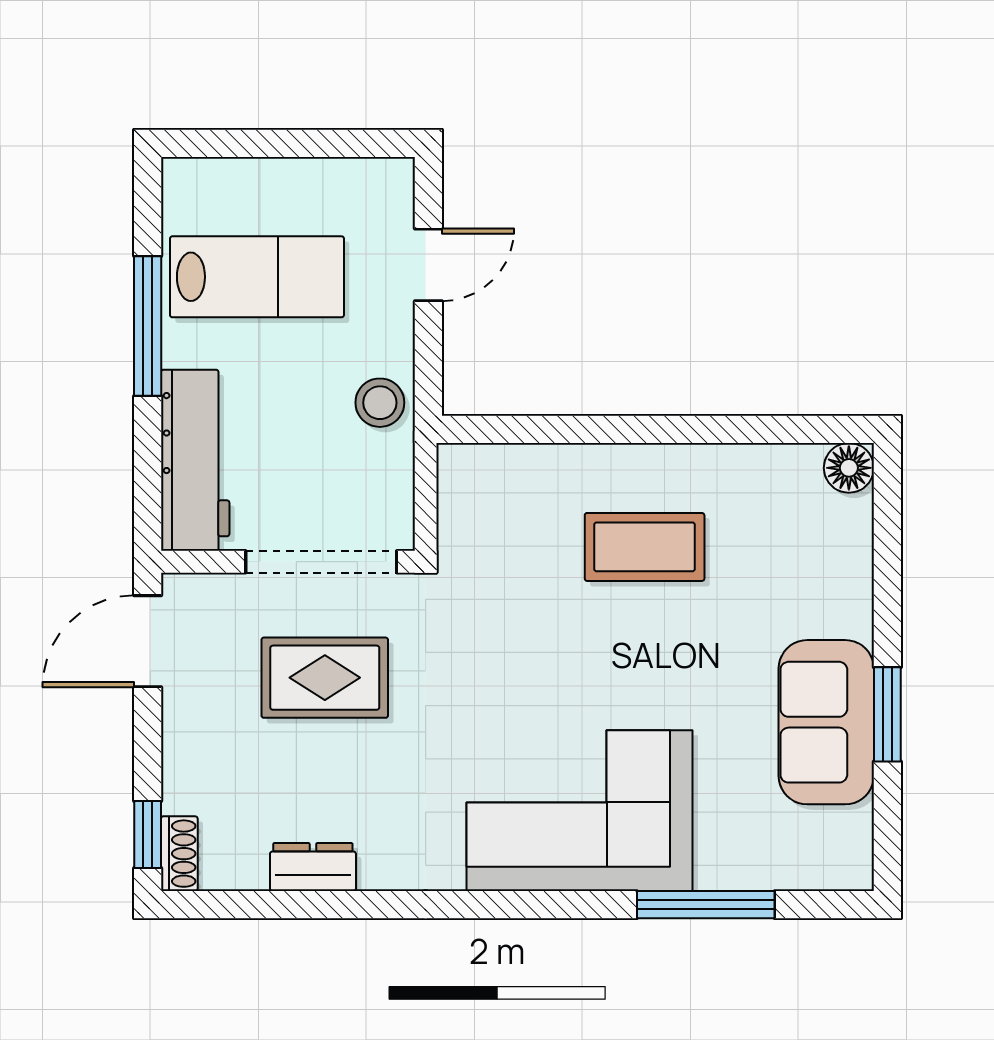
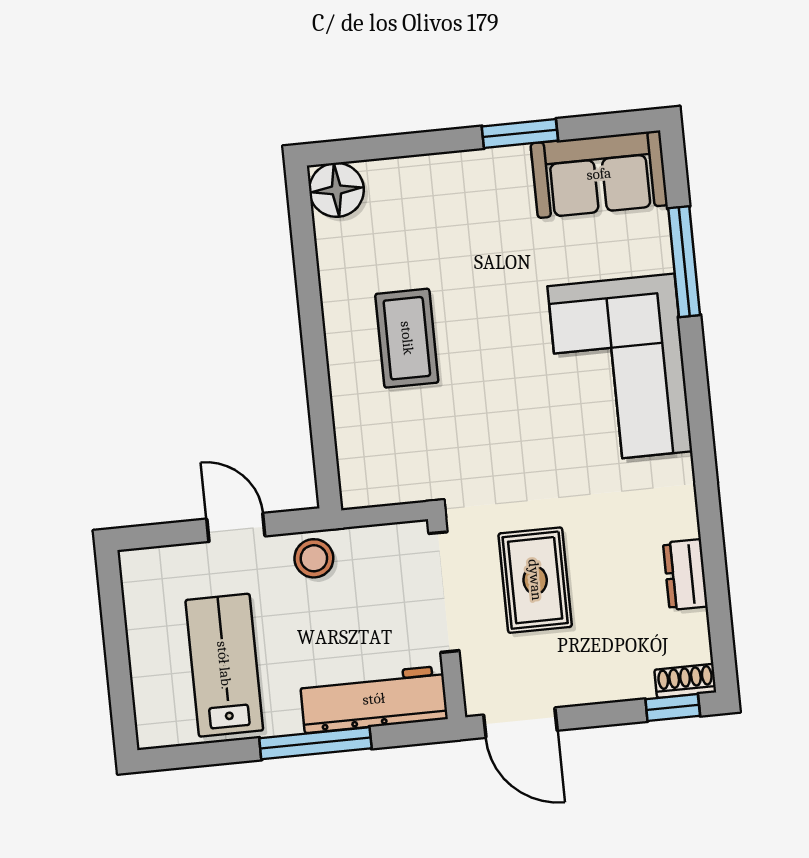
door: (428, 265) -> (236, 527), moved
window: (148, 326) -> (315, 743), moved
floor lamp: (849, 468) -> (336, 190), width x1.38, depth x1.38
sofa: (826, 722) -> (599, 174), moved

